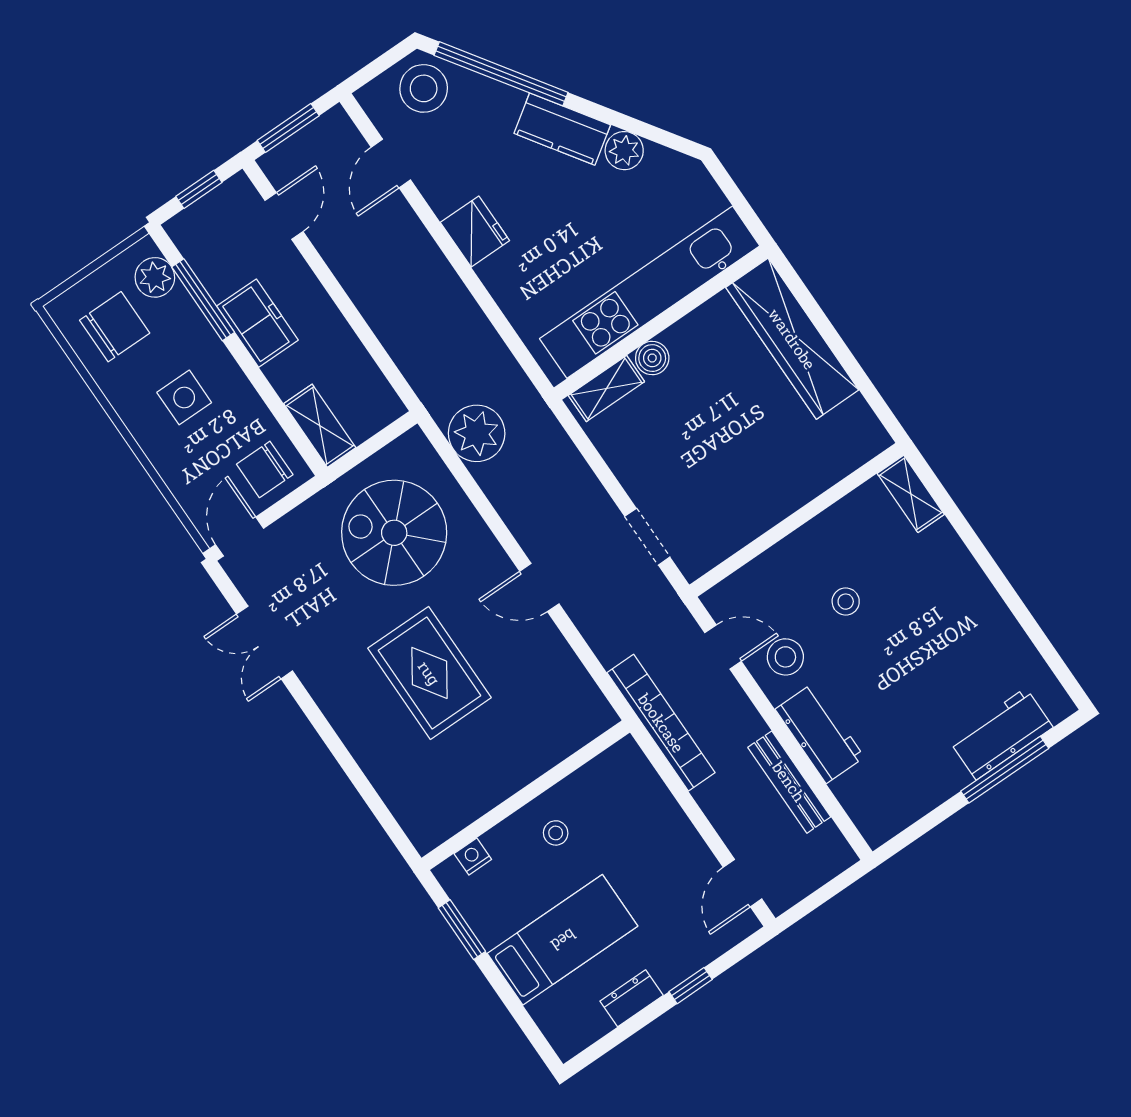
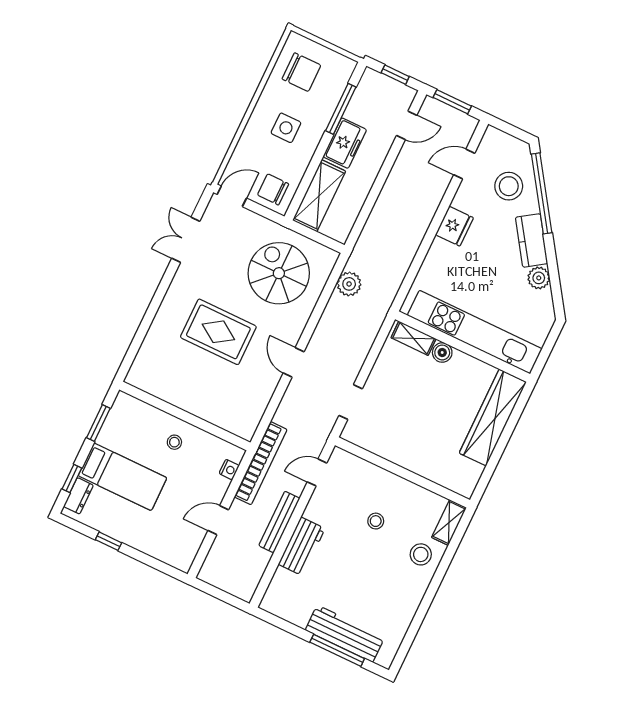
stool: (424, 88) -> (509, 186), moved
plant: (155, 277) -> (338, 78), removed
shelving: (320, 426) -> (319, 196), width x1.50, depth x1.33
plant: (477, 433) -> (349, 284), width x0.73, depth x0.73
door: (723, 647) -> (317, 472), swing flipped
stool: (785, 657) -> (421, 554), moved
rug: (429, 673) -> (218, 332), turned 90
workbench: (1001, 734) -> (345, 634), width x1.37
bench: (789, 782) -> (279, 522), moved
nightstand: (473, 856) -> (229, 470), moved, turned 90
door: (742, 883) -> (218, 520), moved
window: (691, 986) -> (109, 541), moved
dresser: (632, 998) -> (78, 496), moved, turned 90
window: (522, 1017) -> (72, 478), added

